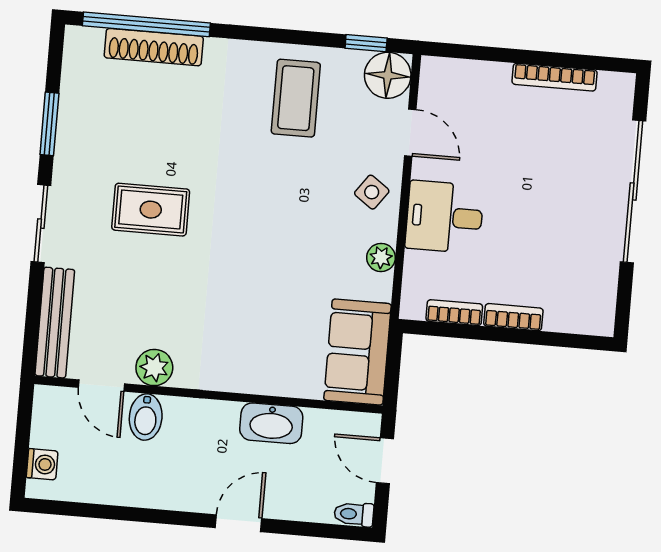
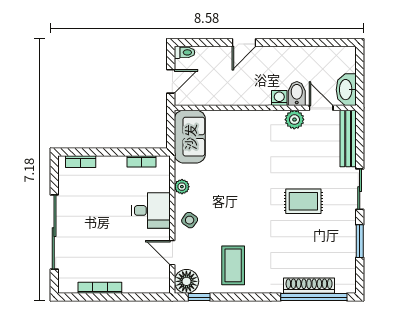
bookcase: (513, 317) -> (81, 162), moved
washbasin: (271, 423) -> (346, 90), moved, turned -90
door: (385, 461) -> (171, 81), hinge flipped
washing machine: (42, 464) -> (279, 98), moved, turned 90

